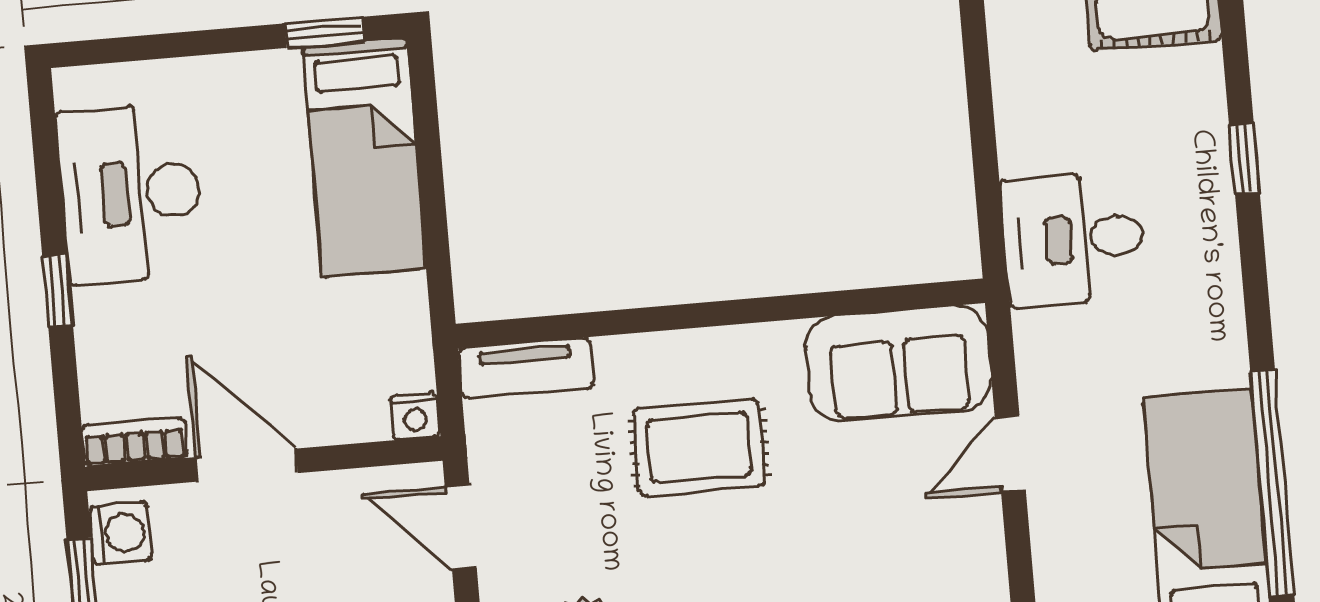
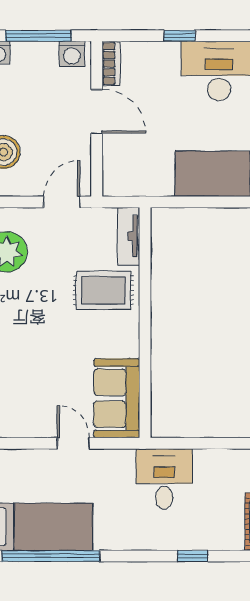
nightstand: (415, 416) -> (112, 186), removed
rug: (699, 448) -> (103, 290), moved, turned 90
door: (247, 465) -> (97, 111), hinge flipped

